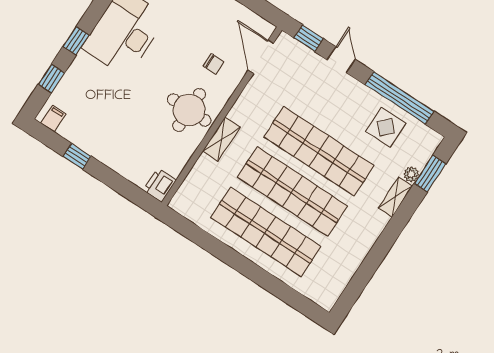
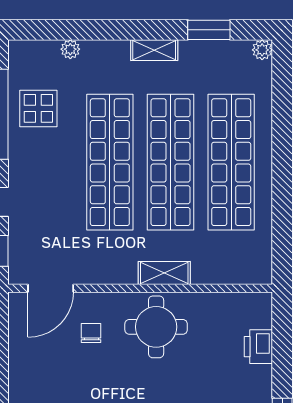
window: (430, 174) -> (209, 30), moved
printer: (160, 185) -> (258, 347), moved, turned 90
shelving: (395, 197) -> (154, 50), moved
plant: (327, 302) -> (262, 50), added

